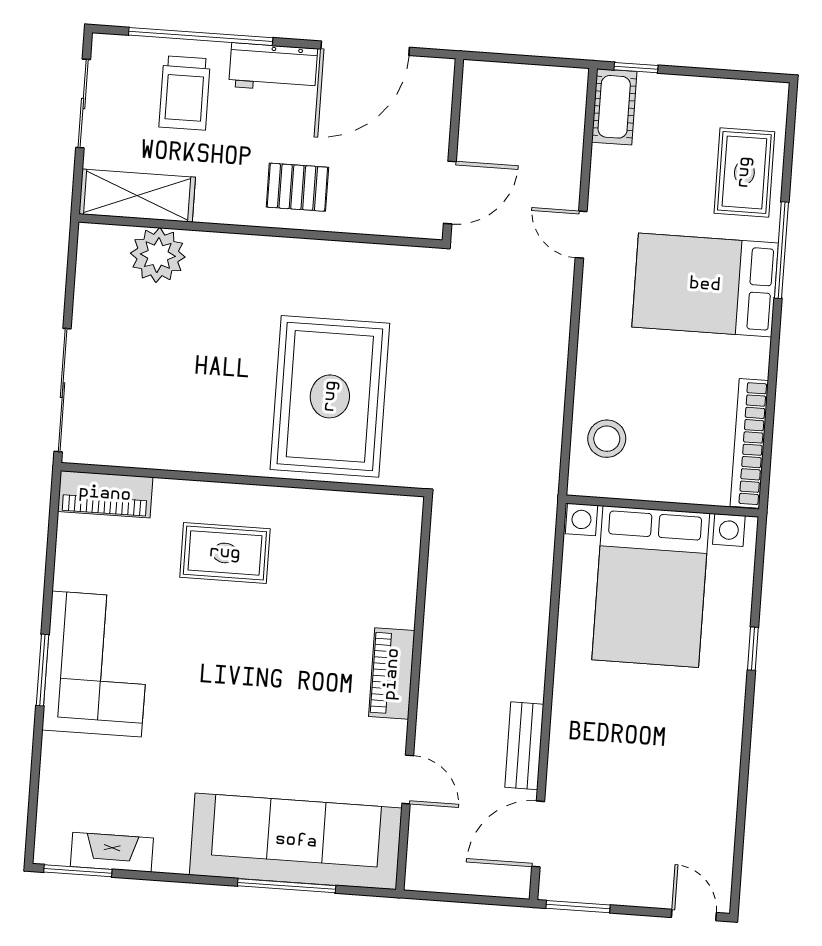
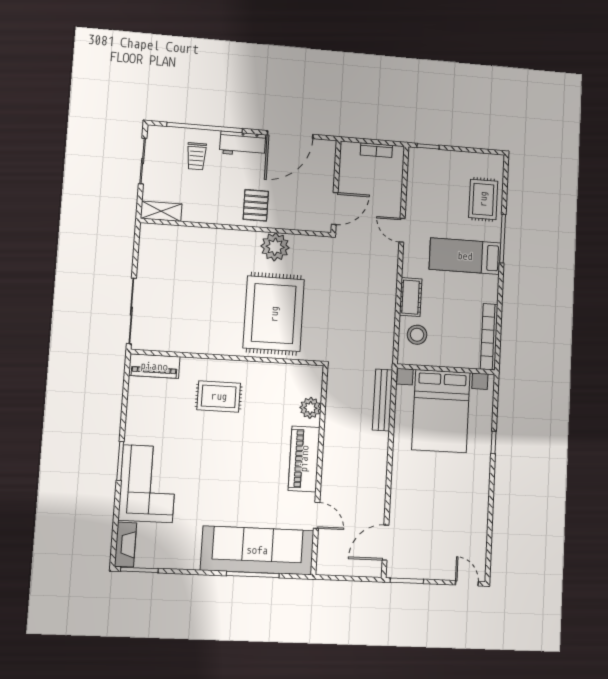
bookcase: (533, 76) -> (376, 150), added
trolley: (185, 93) -> (196, 156), width x0.73, depth x0.72
cot: (614, 107) -> (411, 297), moved
pallet: (297, 187) -> (256, 205), turned 90
shelving: (137, 196) -> (161, 211), width x0.67, depth x0.75
plant: (158, 255) -> (275, 247), moved
bed: (705, 285) -> (465, 256), width x0.67
plant: (398, 577) -> (310, 408), added
corner sofa: (97, 664) -> (148, 484), moved
piano: (392, 674) -> (304, 459), width x1.37, depth x1.33
bench: (524, 746) -> (383, 400), moved, width x1.36
fireplace: (112, 852) -> (125, 544), moved, turned 90

